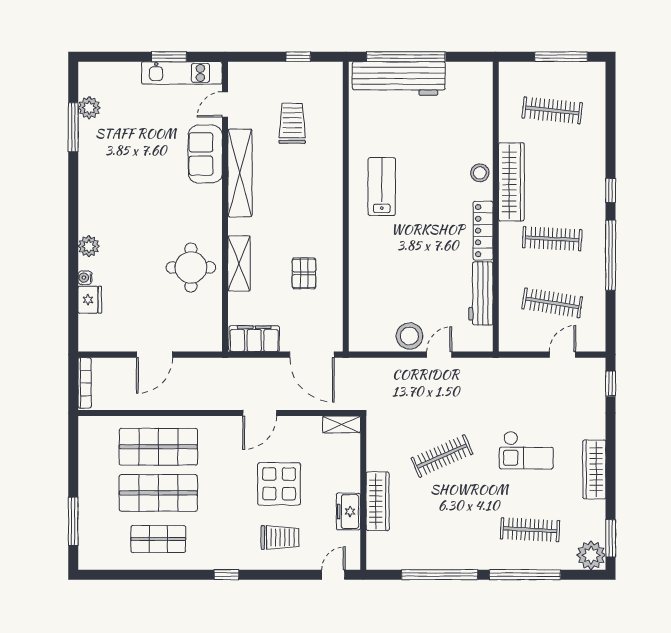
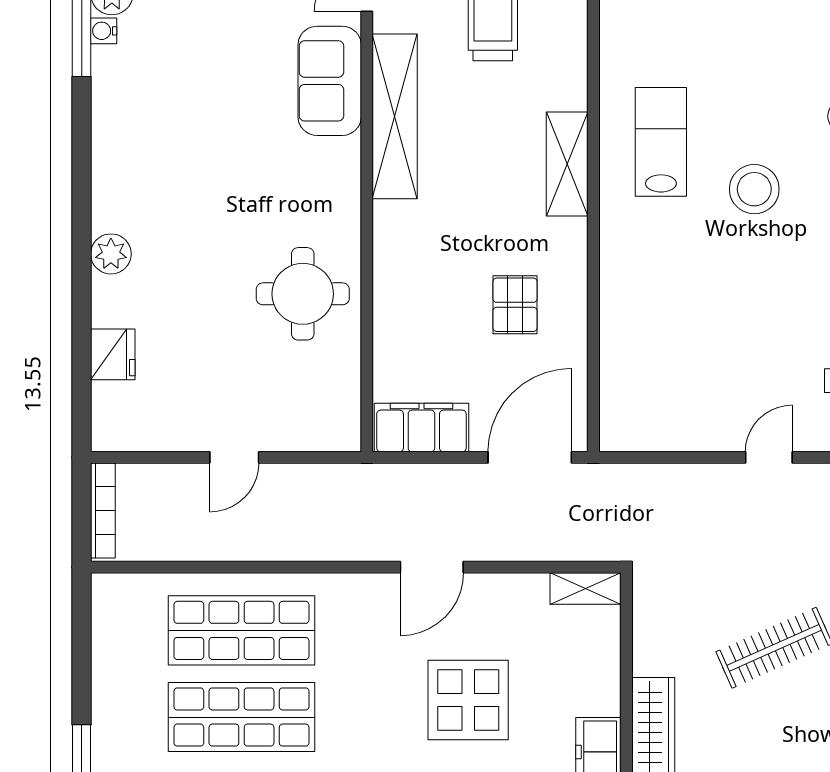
shelving: (239, 263) -> (567, 164), moved
water cooler: (85, 278) -> (104, 31), moved
stool: (409, 336) -> (754, 189), moved
door: (154, 355) -> (234, 457), width x0.73
door: (312, 355) -> (530, 457), swing flipped

